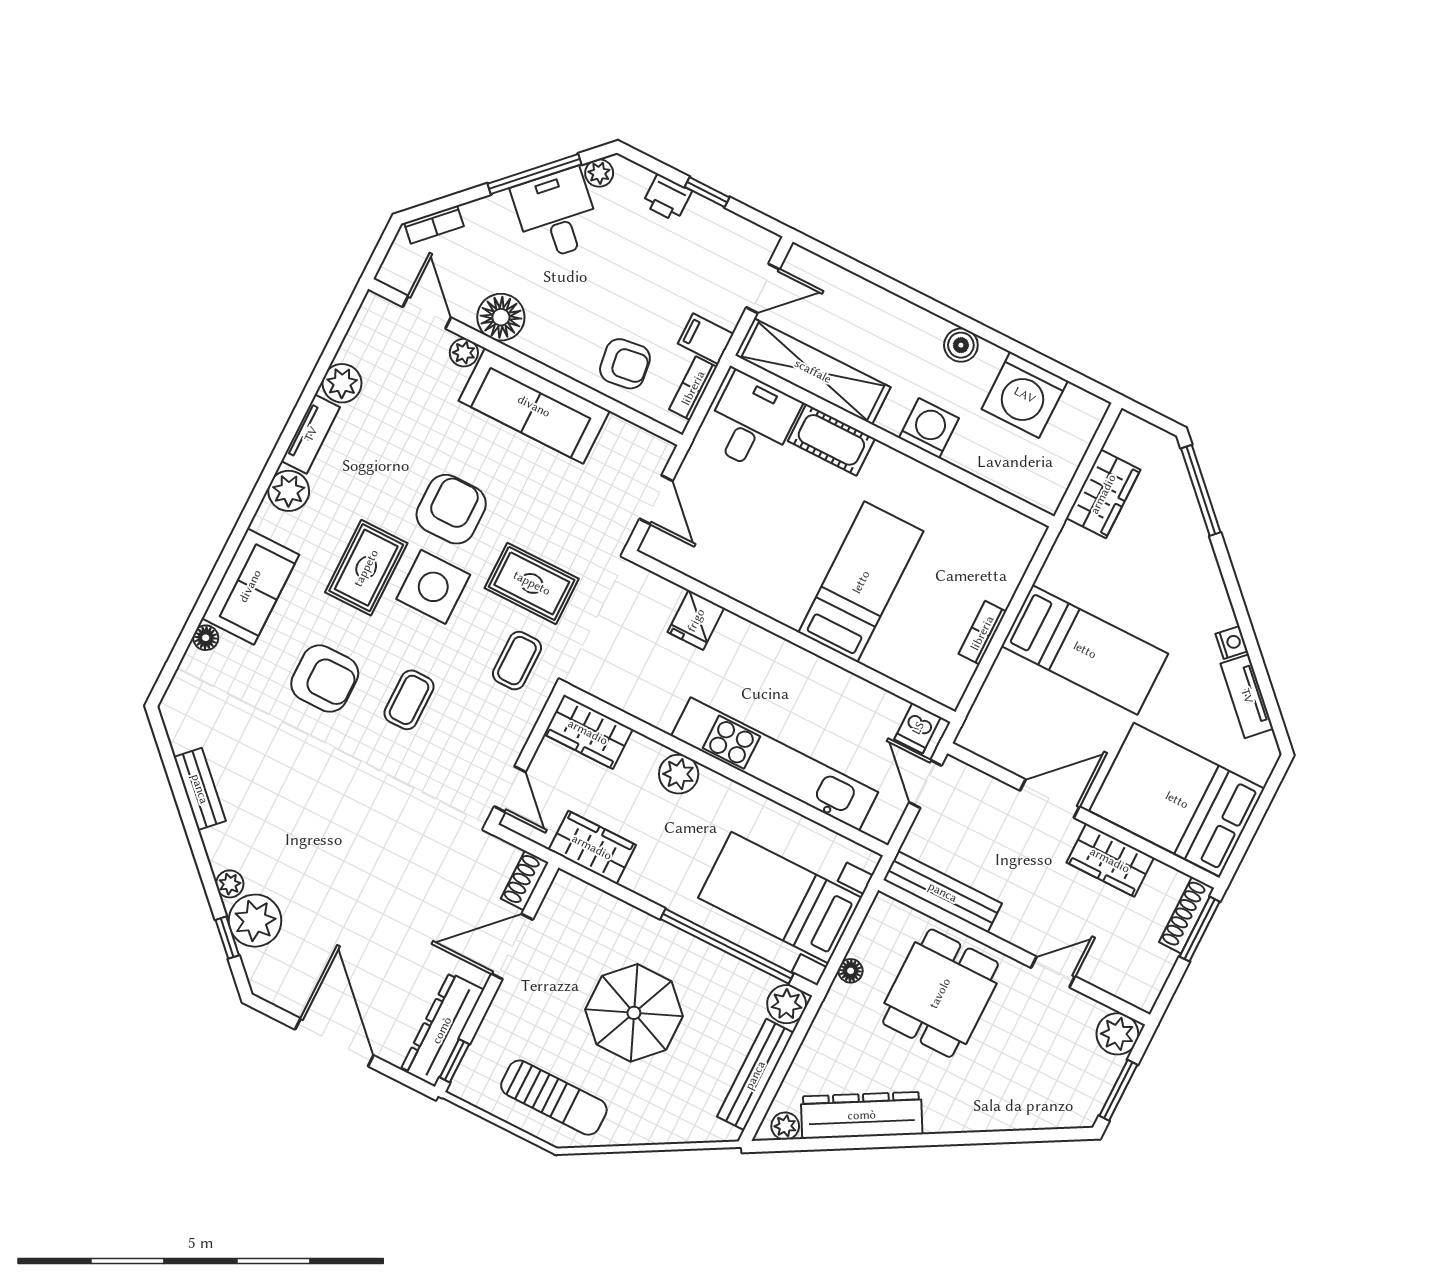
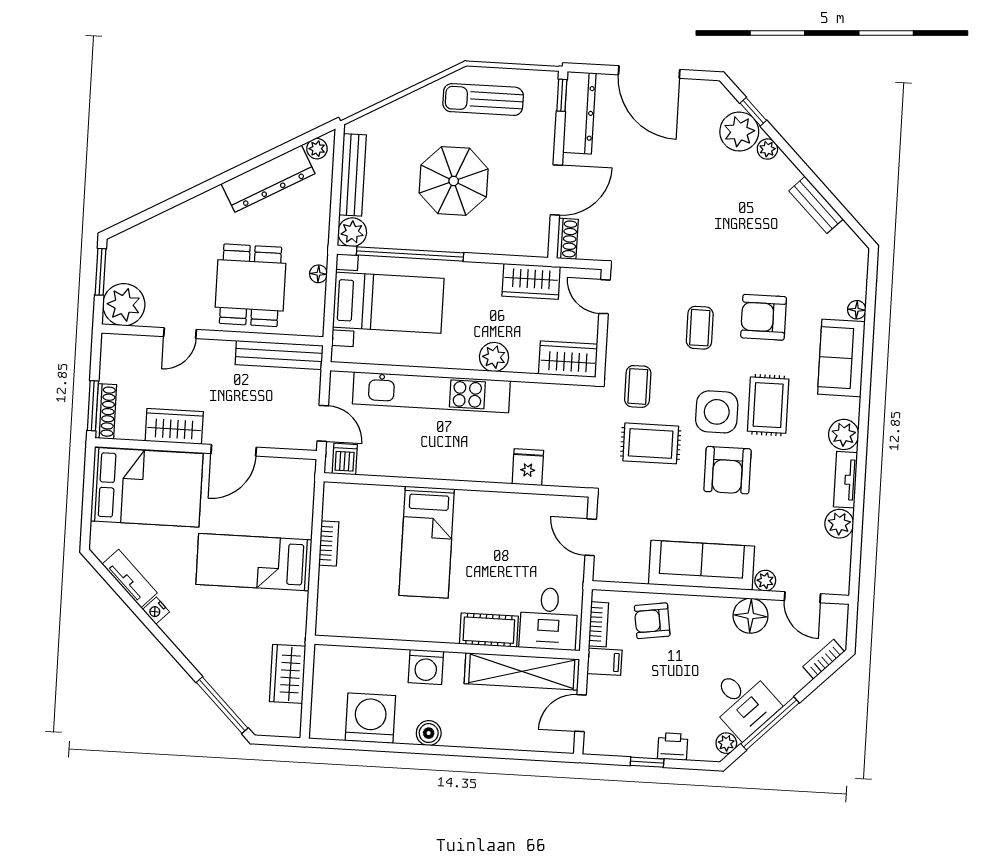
plant: (1117, 1034) -> (124, 305), width x1.36, depth x1.36

